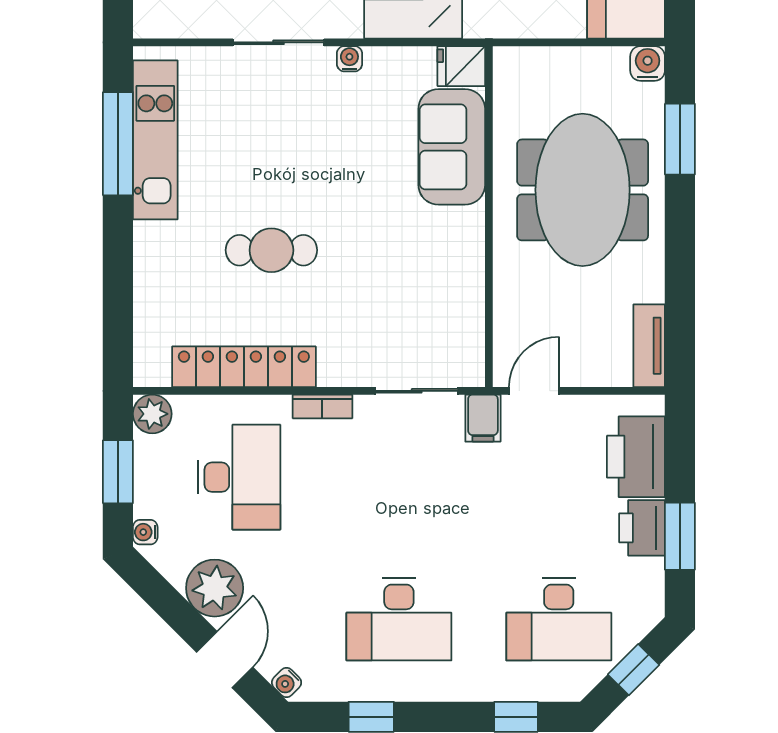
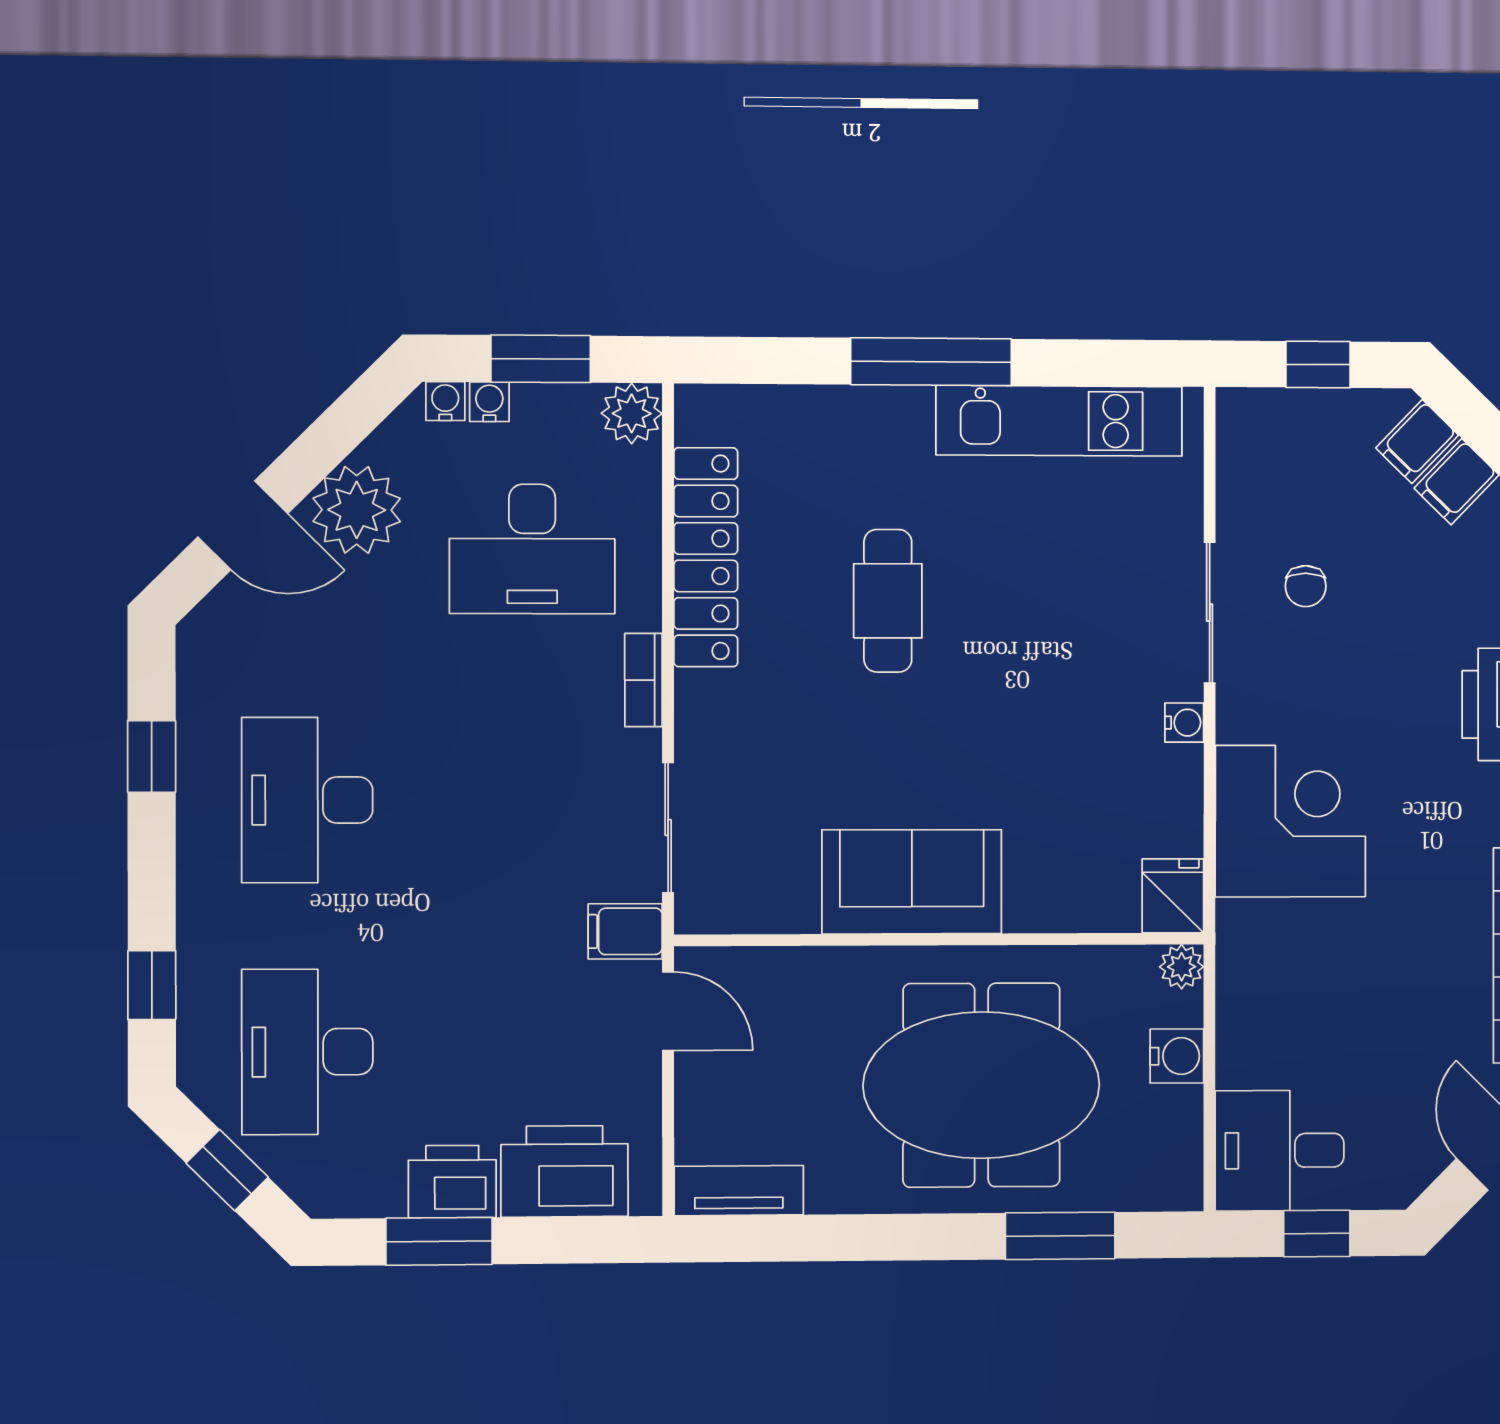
plant: (507, 60) -> (1182, 967), added
water cooler: (648, 63) -> (1177, 1056), moved
window: (118, 144) -> (931, 362), moved
sofa: (452, 147) -> (912, 882), moved
water cooler: (287, 682) -> (489, 402), moved, turned 45

